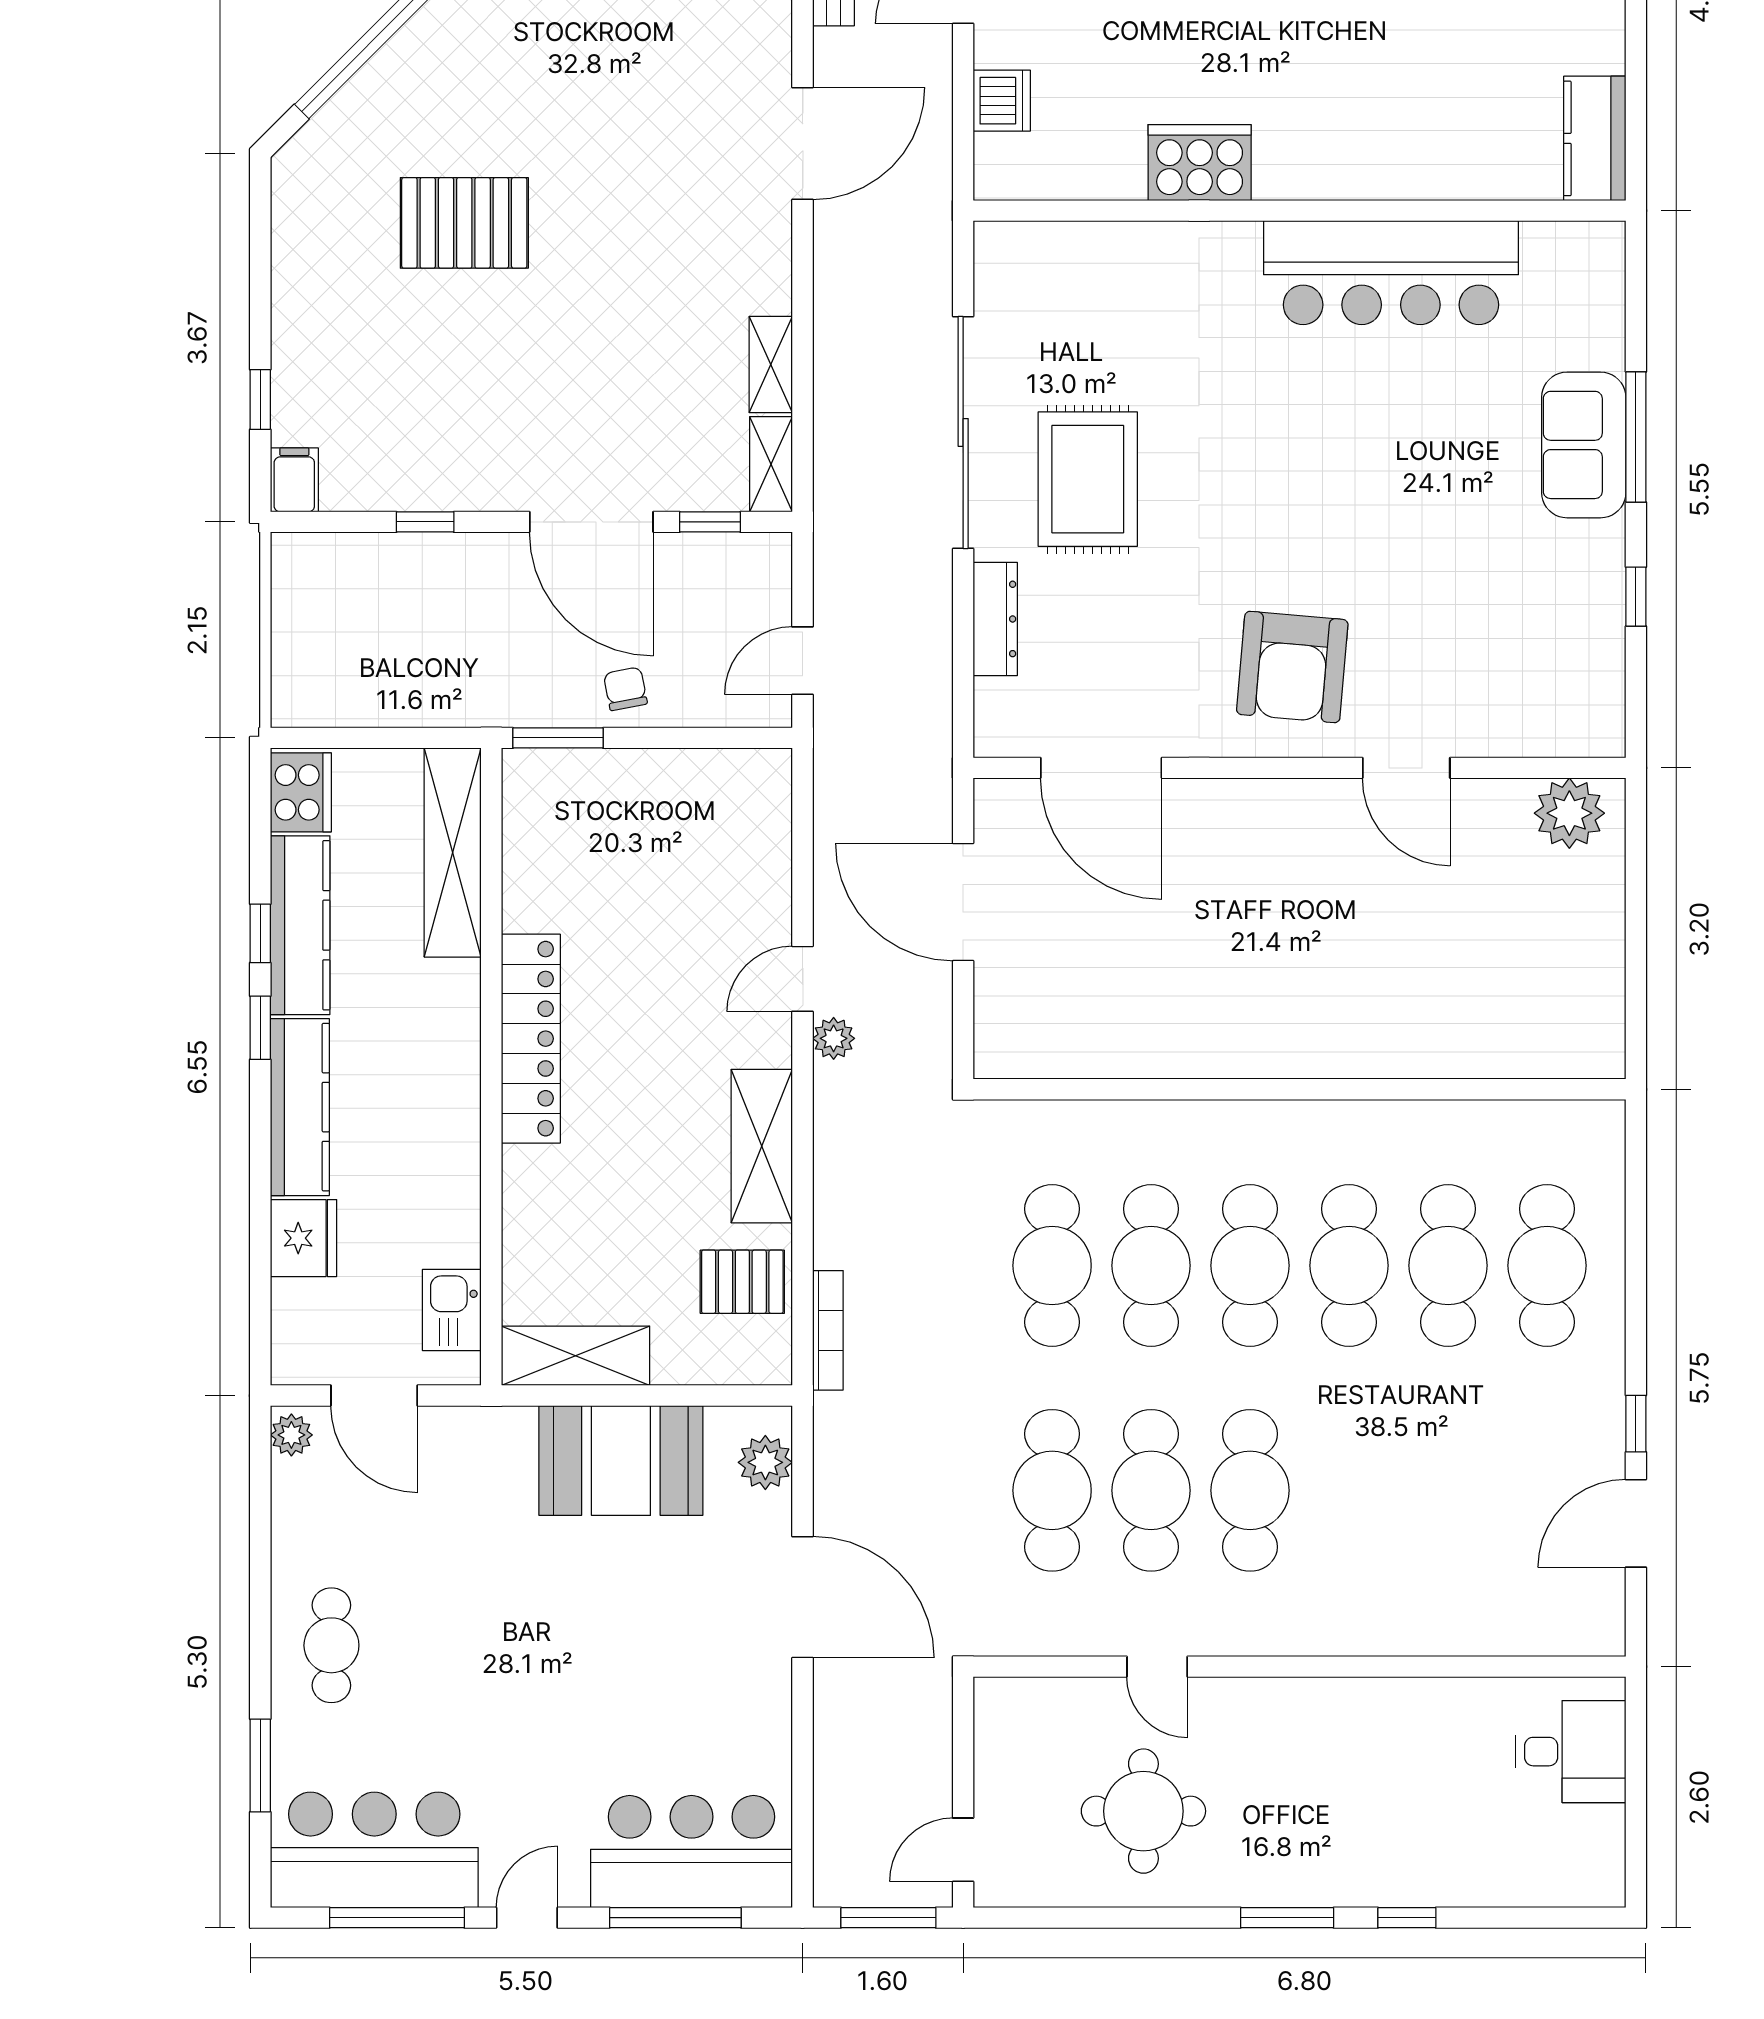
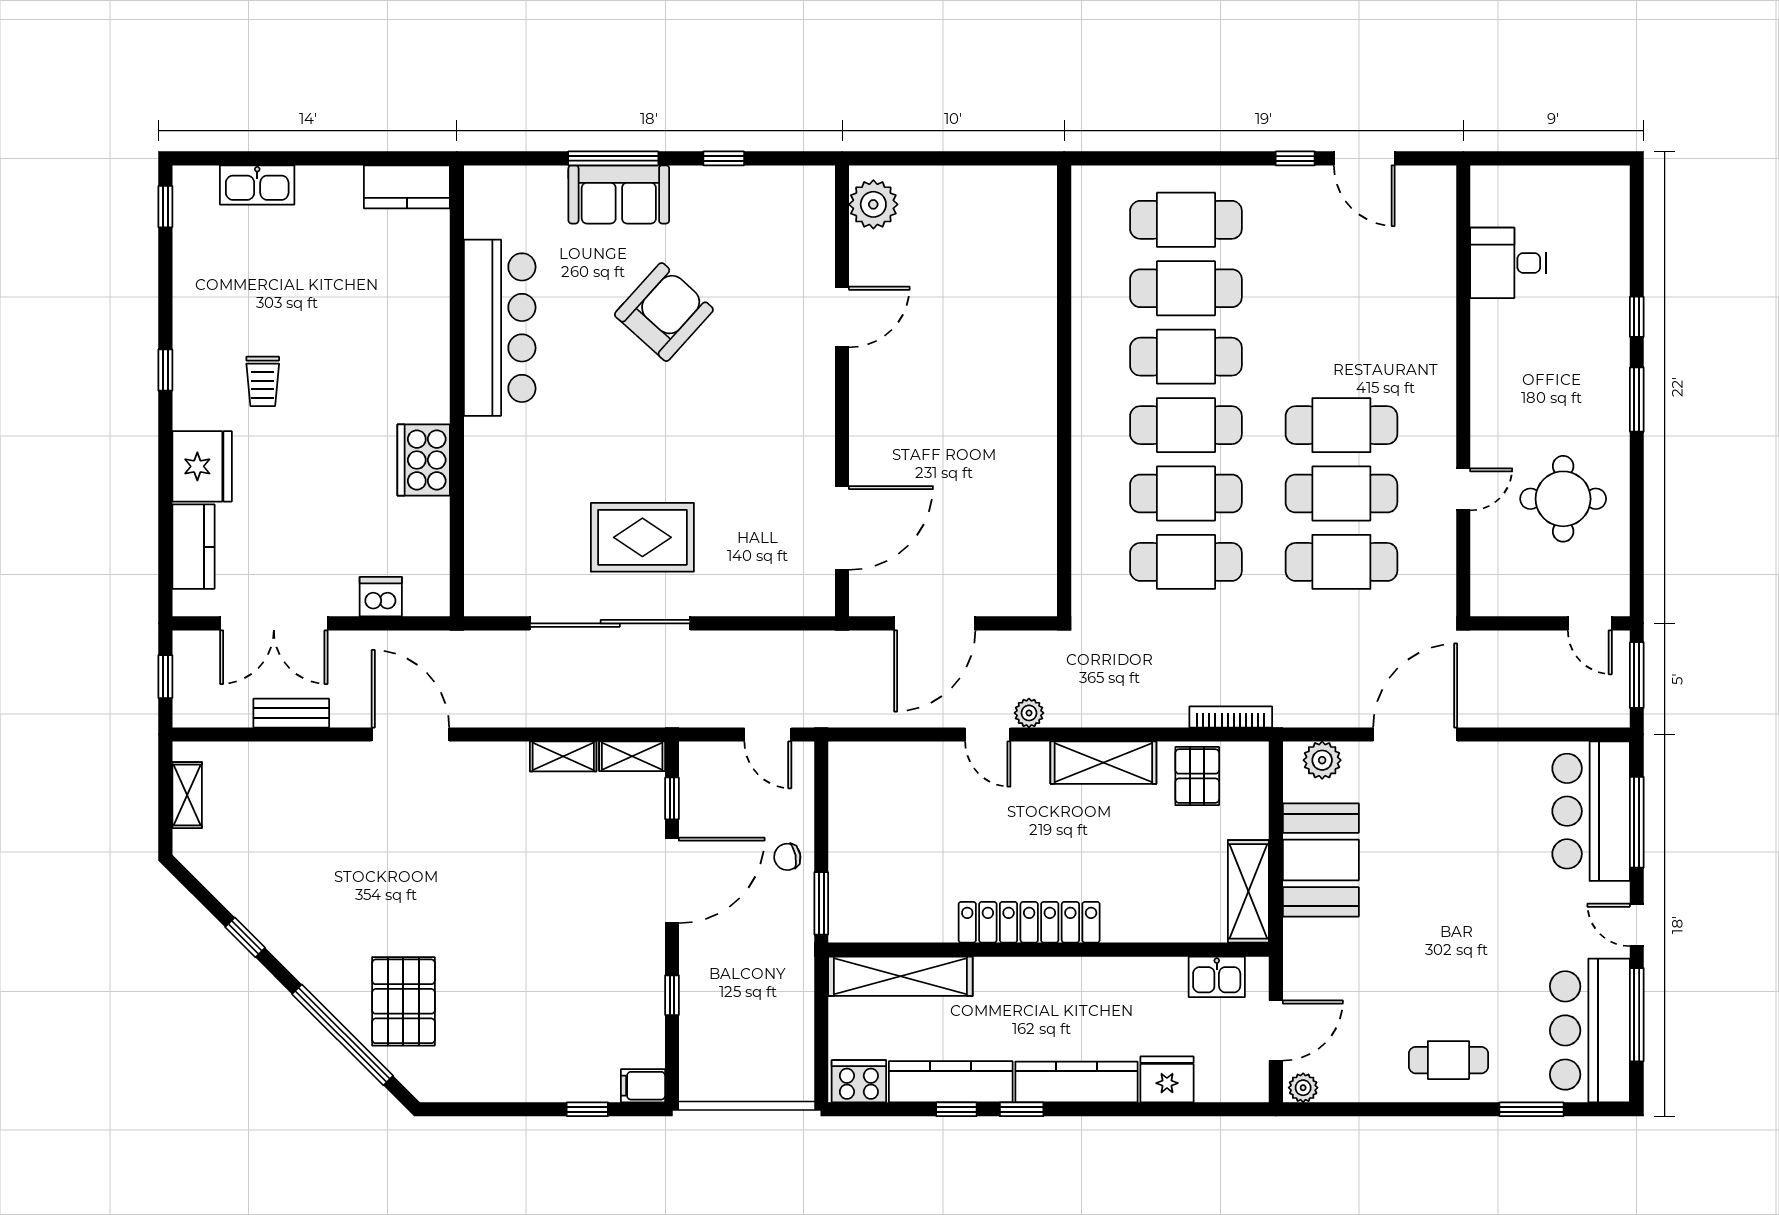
pallet: (464, 223) -> (403, 1001), moved
dresser: (995, 619) -> (739, 601), removed
armchair: (1292, 667) -> (664, 312), moved, turned -53
desk: (1571, 1752) -> (1508, 263), moved, turned -90

